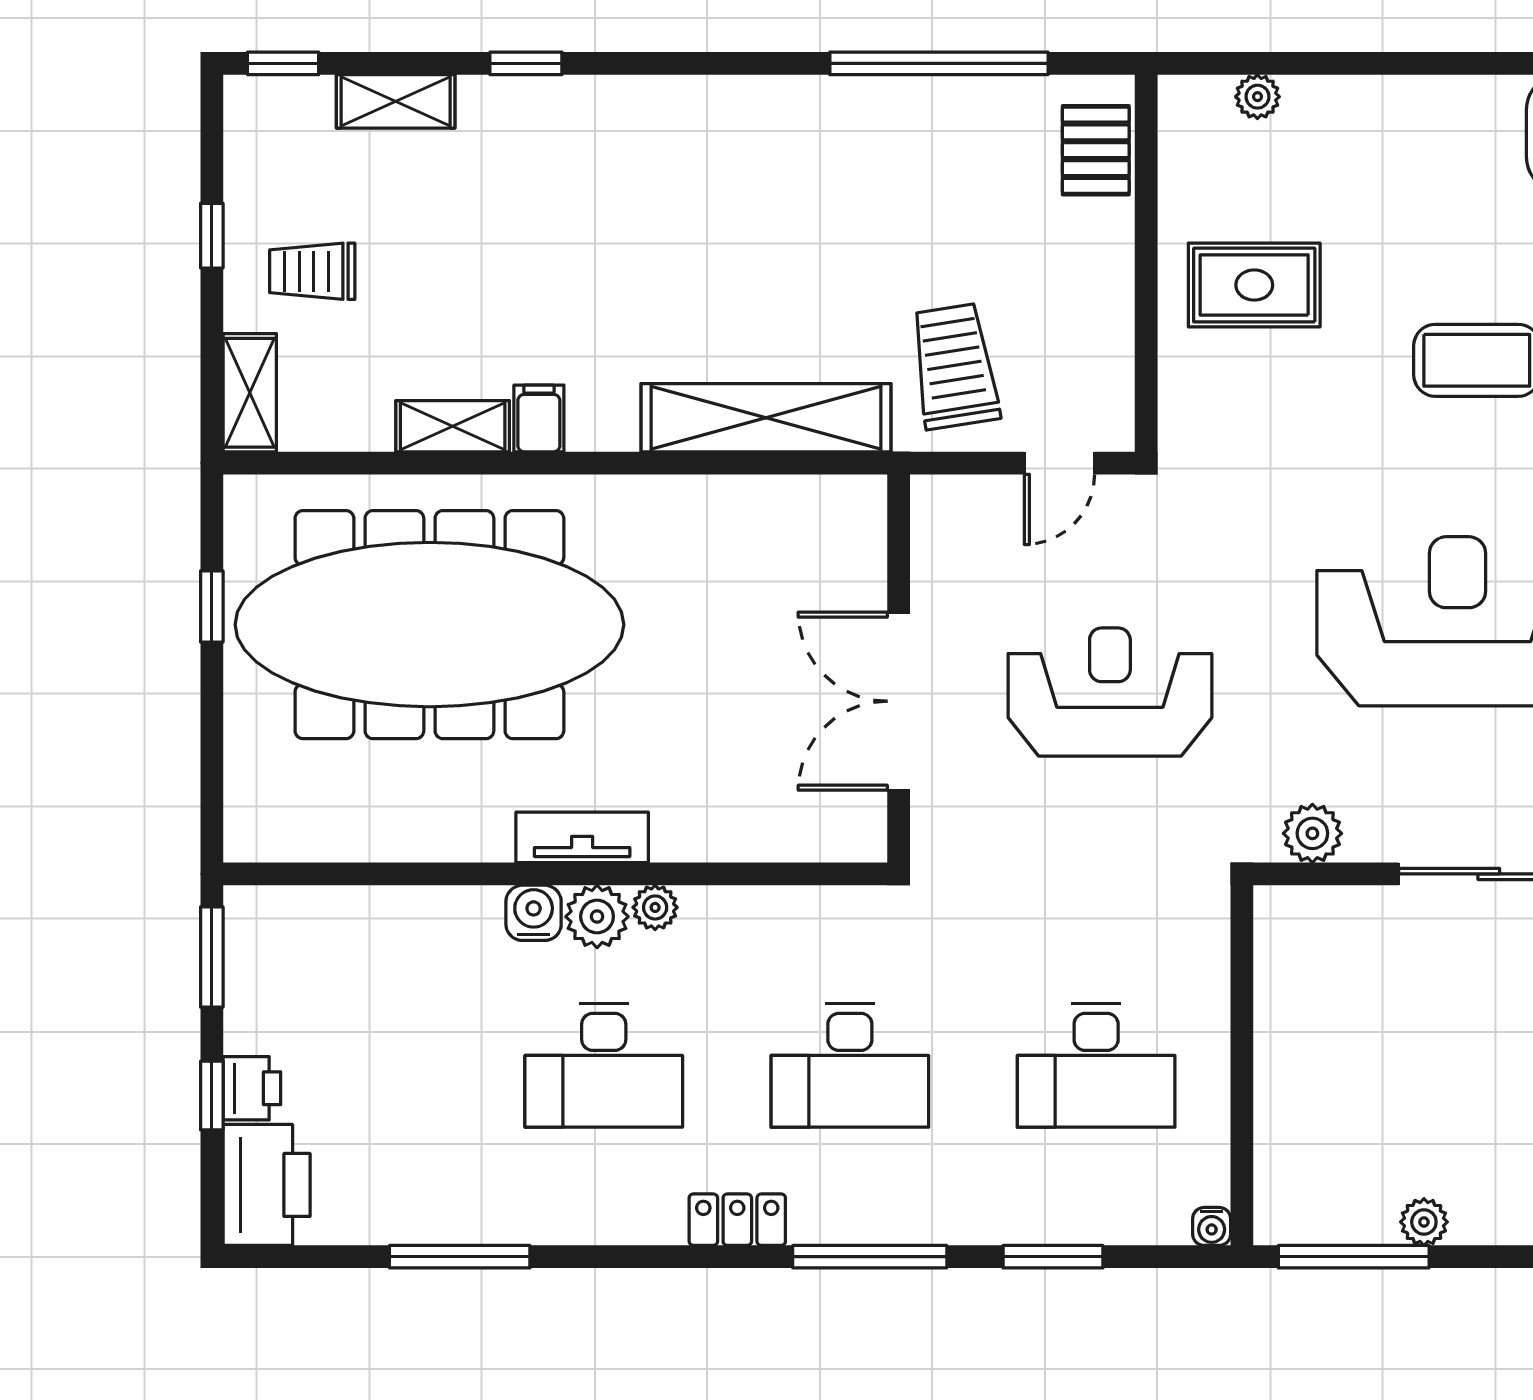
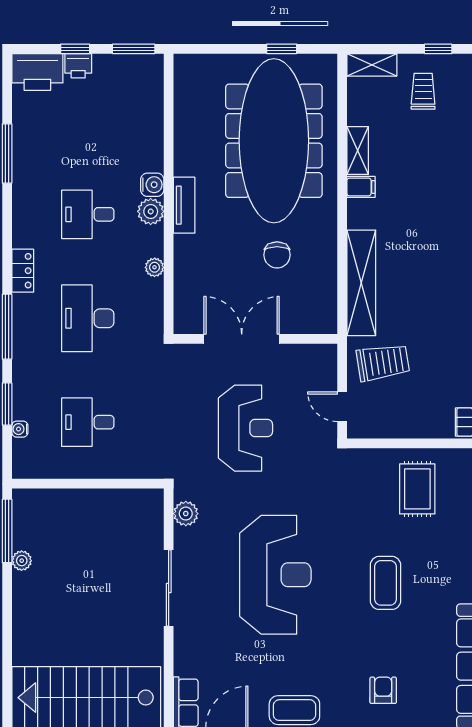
chair: (700, 617) -> (277, 255), added
plant: (655, 907) -> (155, 267), moved
desk: (604, 1065) -> (88, 214), width x0.73
desk: (1096, 1065) -> (88, 422), width x0.73
water cooler: (1212, 1226) -> (20, 429), moved

